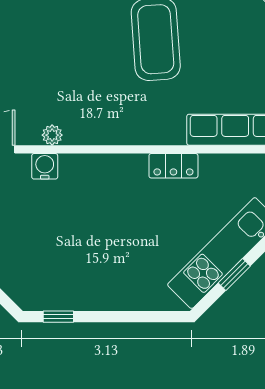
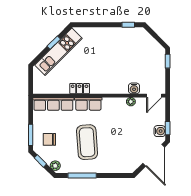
chair: (245, 46) -> (49, 139), added
row of seats: (153, 130) -> (88, 104), added

